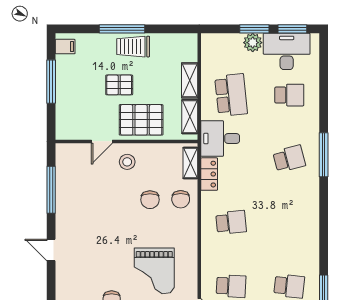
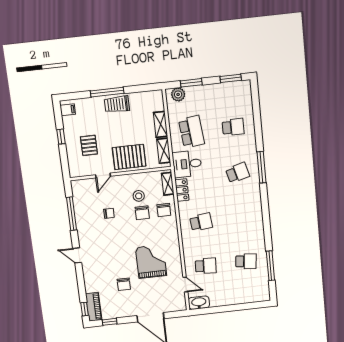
window: (254, 29) -> (191, 83), moved
plant: (253, 43) -> (178, 94), moved
desk: (287, 51) -> (228, 95), removed
window: (51, 82) -> (61, 137), width x0.46
pallet: (119, 85) -> (89, 145), moved, turned 90
stool: (127, 162) -> (139, 196), moved
chair: (103, 195) -> (109, 213), added
grand piano: (154, 271) -> (151, 262), turned 180

